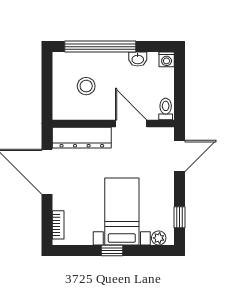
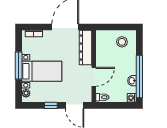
window: (100, 47) -> (139, 77), moved
stool: (86, 86) -> (122, 42), moved
window: (179, 217) -> (51, 105), moved
window: (112, 250) -> (19, 65), width x2.17

